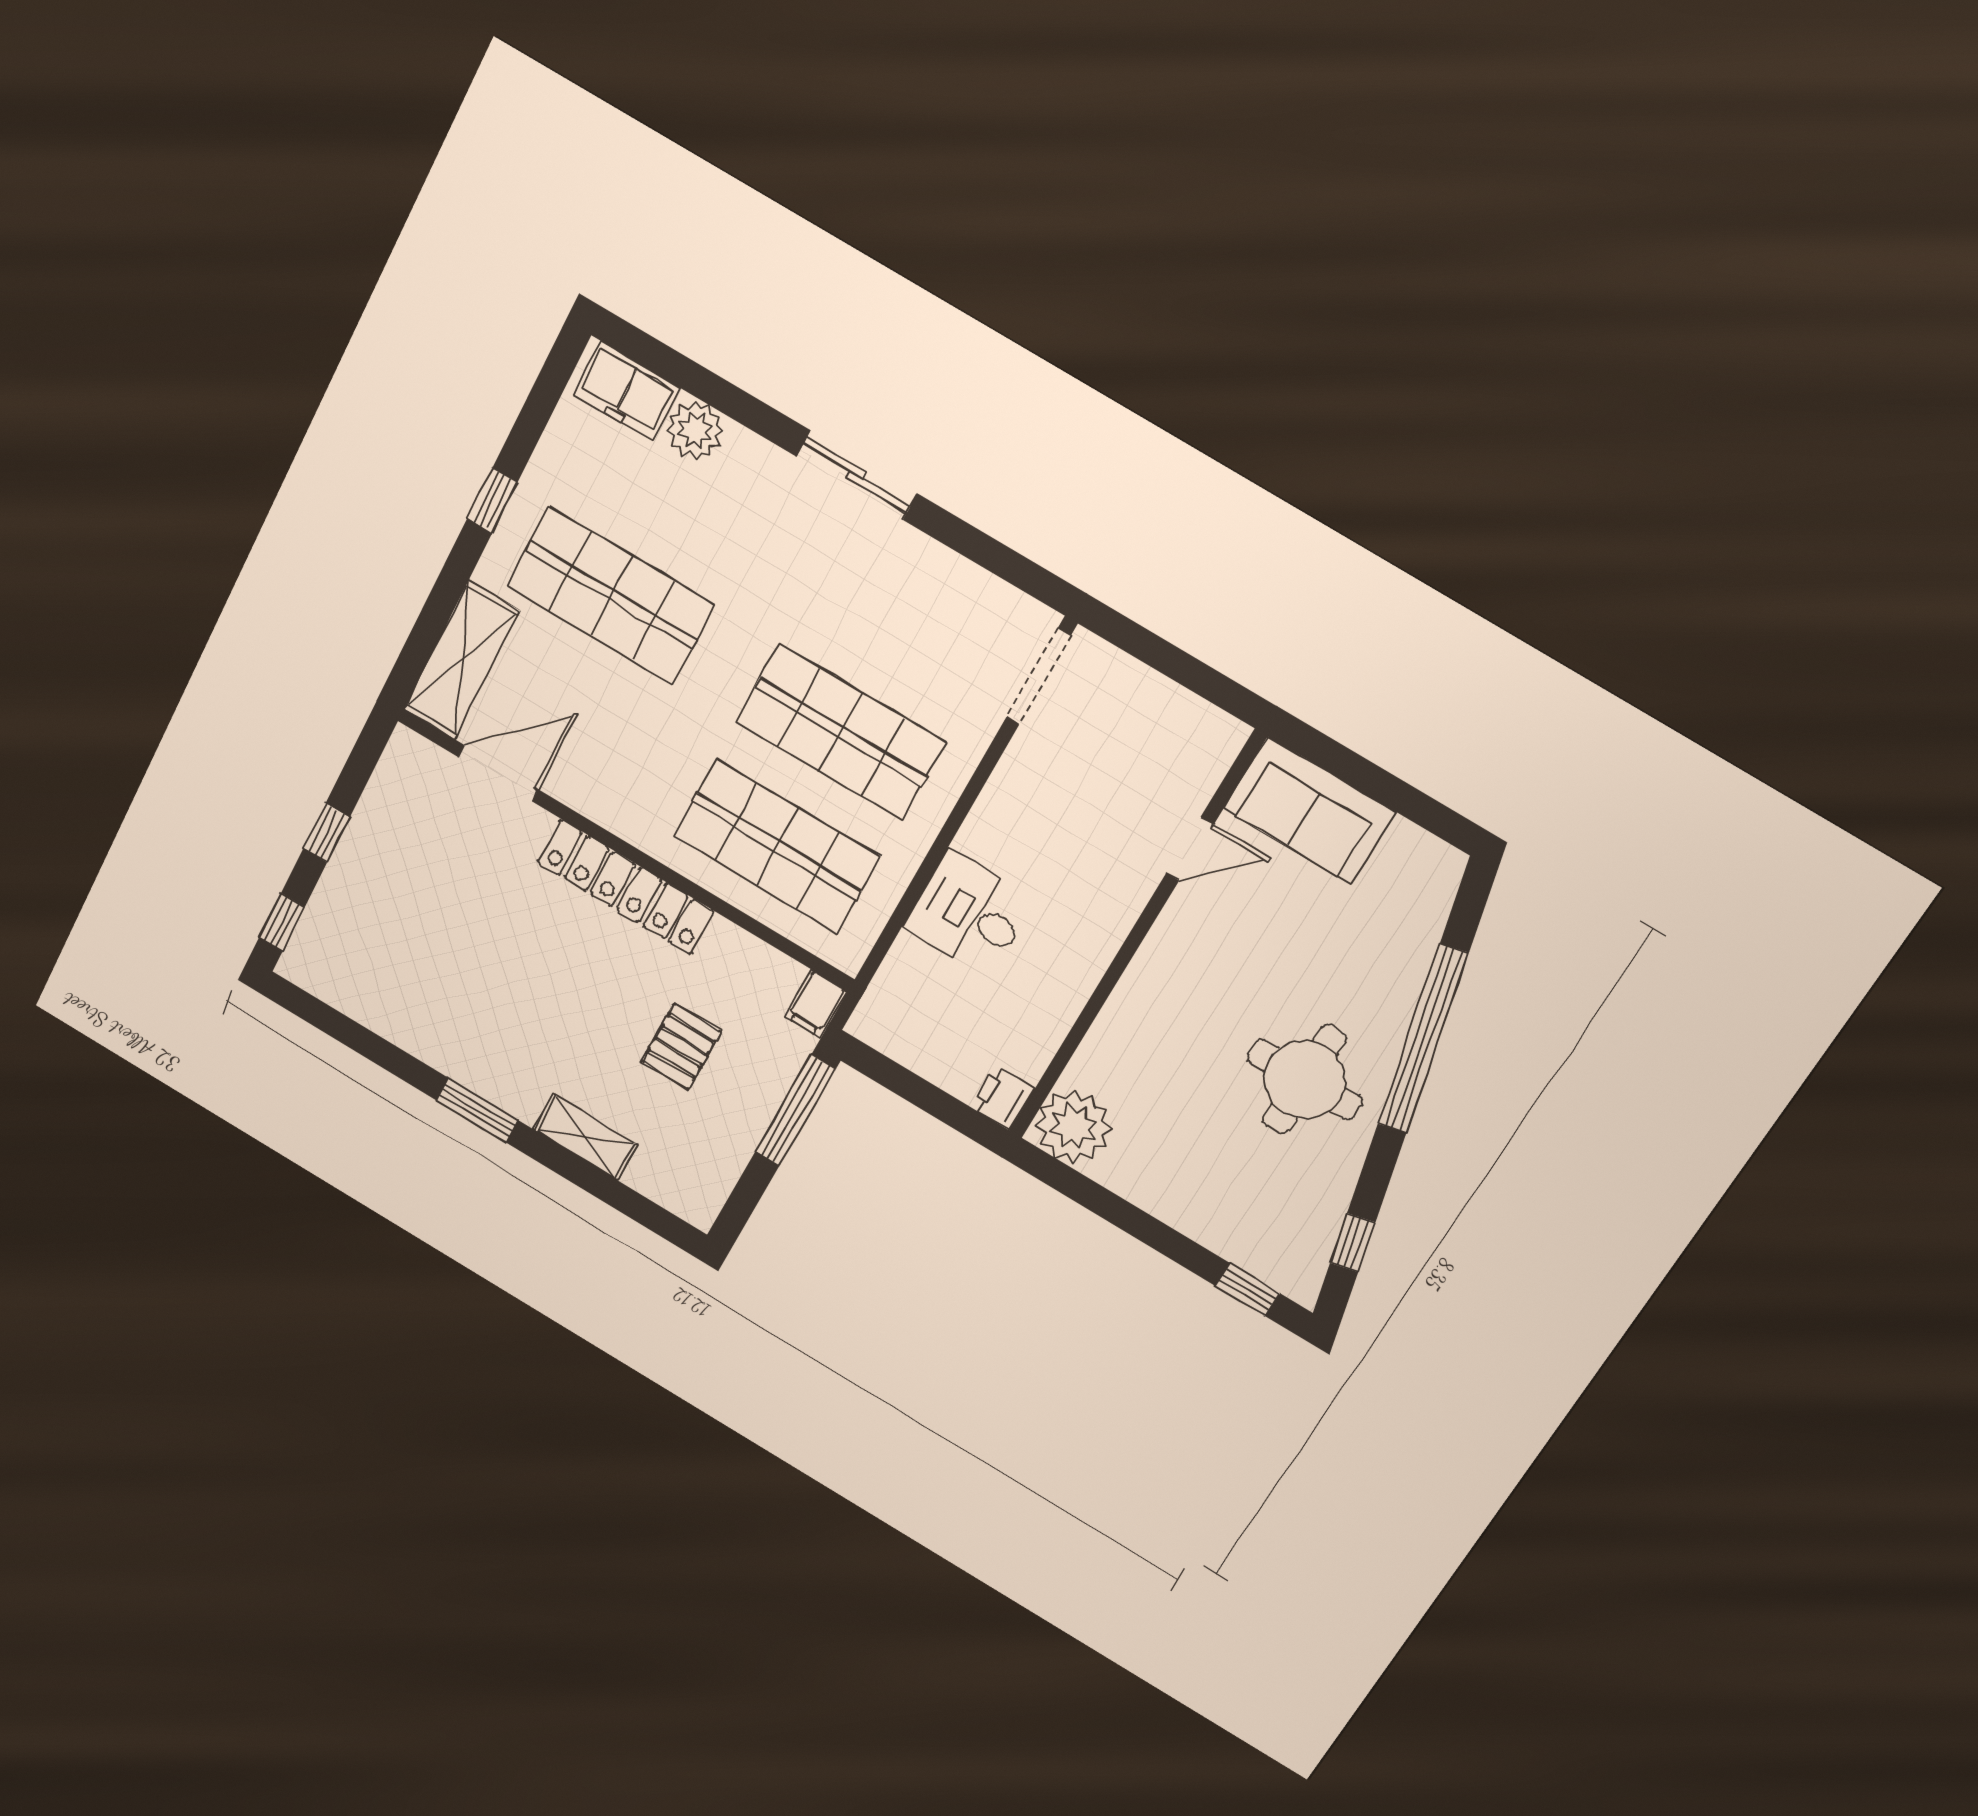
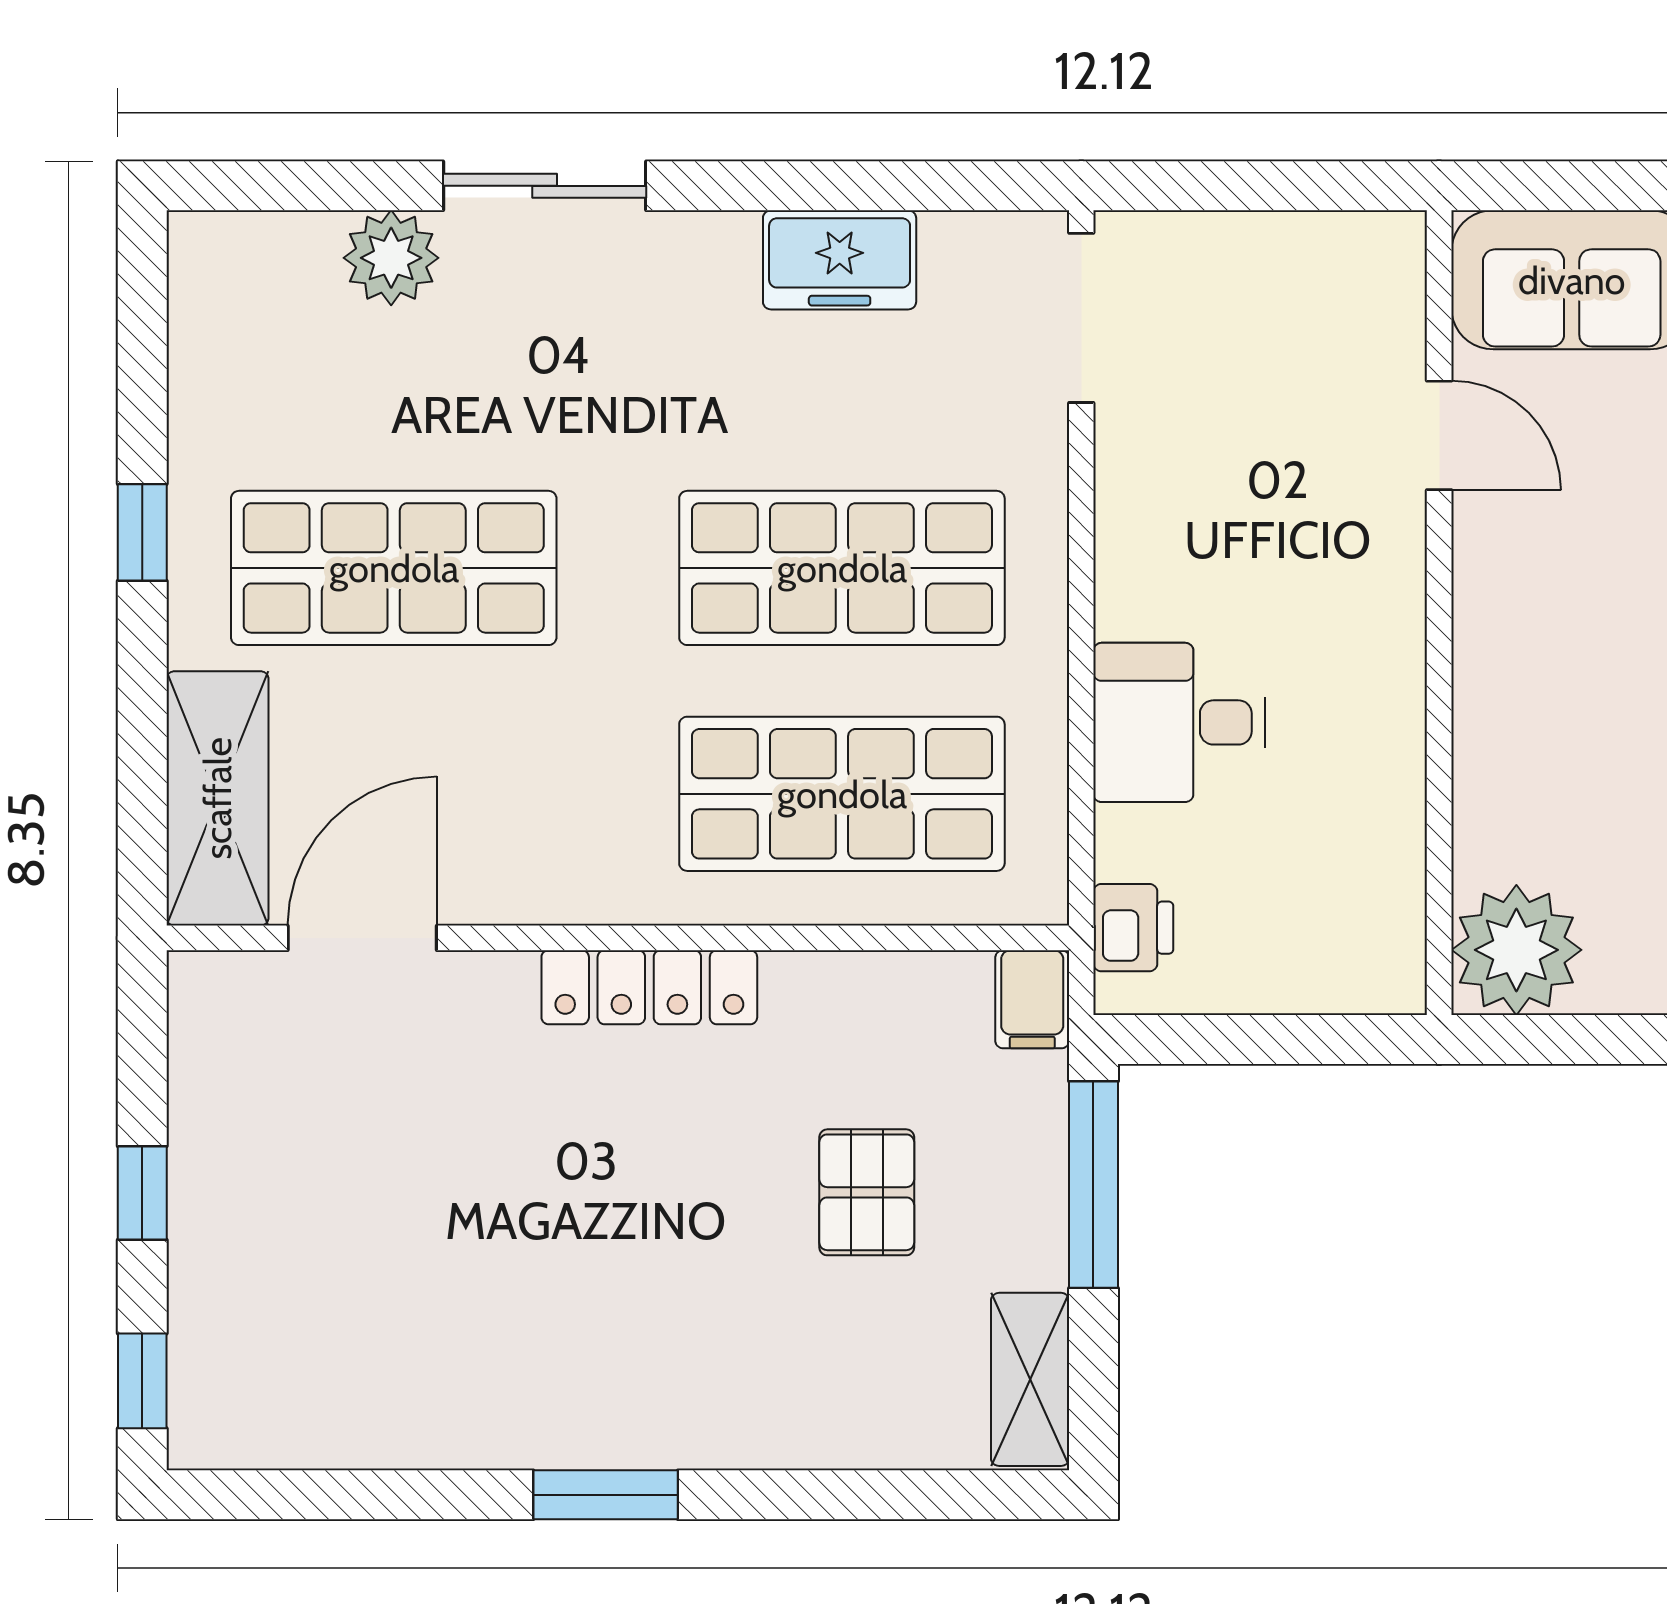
freezer: (626, 391) -> (840, 260), moved
sliding door: (857, 475) -> (545, 186), moved
door: (1190, 849) -> (1439, 435), hinge flipped
locker: (626, 887) -> (649, 987), width x0.71, depth x0.83
printer: (1002, 1098) -> (1133, 928), moved, turned 180
shelving: (585, 1137) -> (1030, 1379), moved, turned 90

